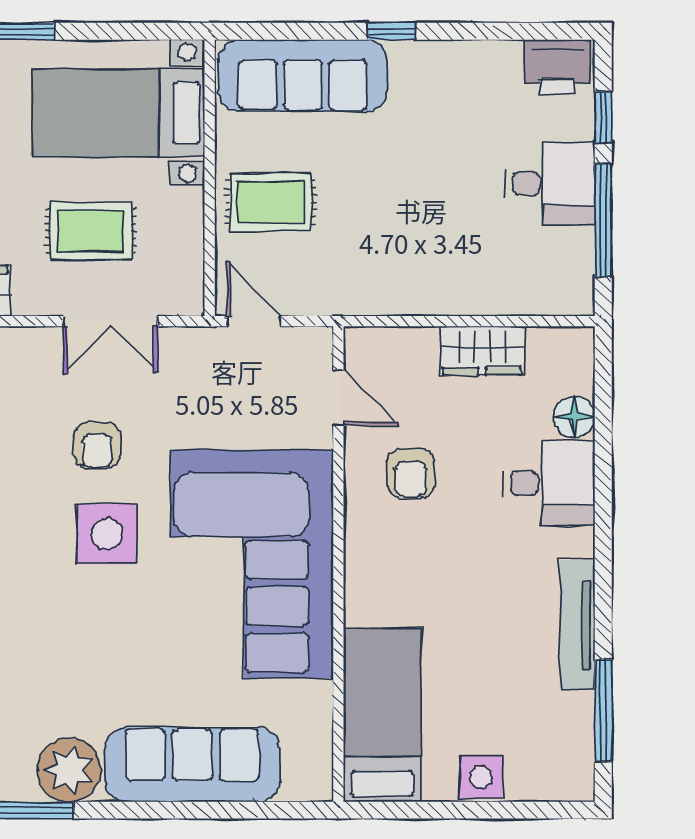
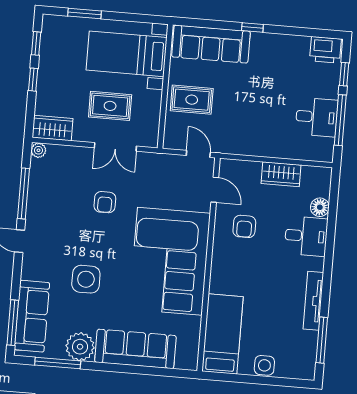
desk: (550, 184) -> (317, 117), moved
door: (254, 321) -> (198, 154), moved
side table: (107, 534) -> (86, 279), moved

